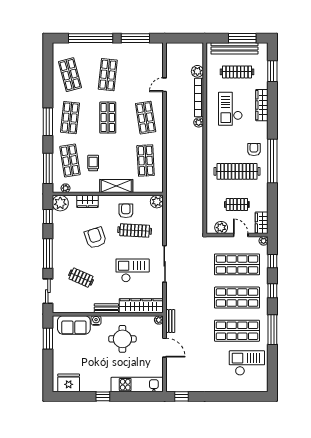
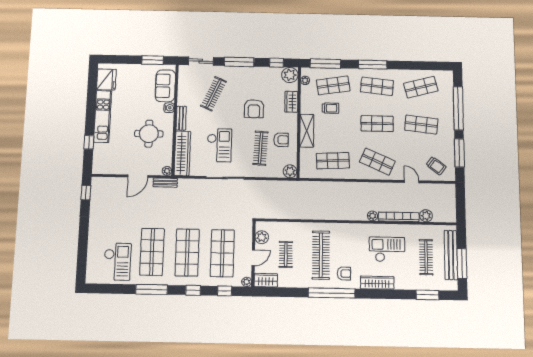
trolley: (149, 61) -> (436, 166), added
wardrobe: (262, 105) -> (377, 283), moved
shop shelf: (146, 118) -> (377, 162), turned 33
armchair: (95, 238) -> (254, 109), turned 108
clothes rail: (81, 278) -> (213, 94), width x1.36
kitchen unit: (137, 385) -> (103, 117), moved
window: (103, 396) -> (89, 142), moved

